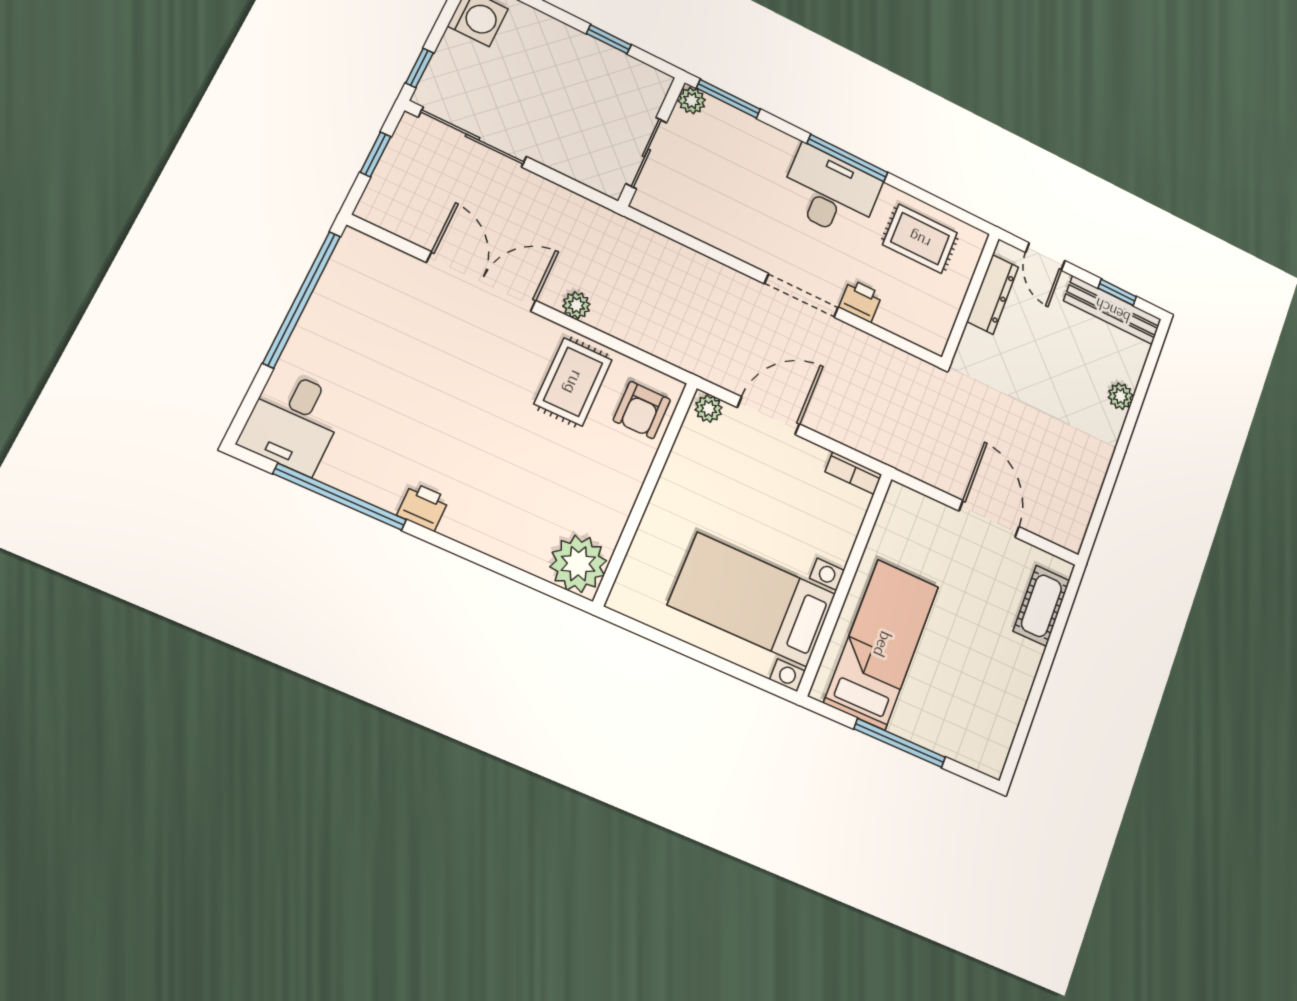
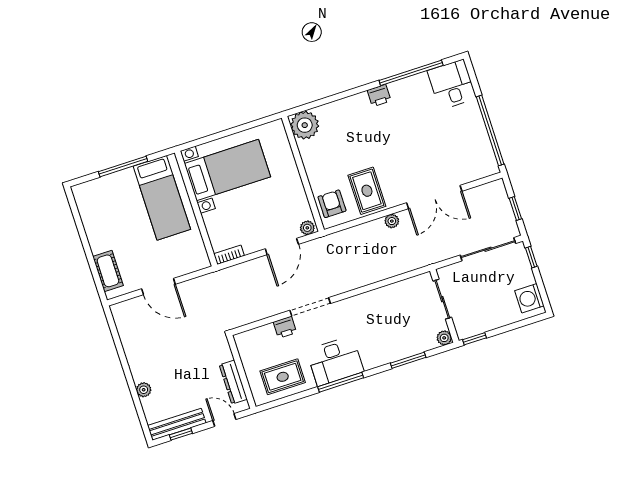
plant: (692, 100) -> (444, 338), moved
wall: (652, 141) -> (444, 306), moved
sliding door: (646, 153) -> (442, 299), moved

